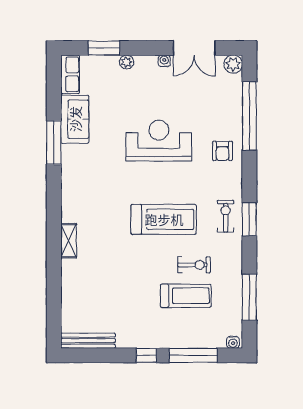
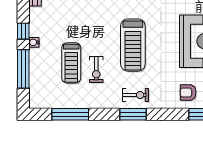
water cooler: (233, 342) -> (34, 42), moved

